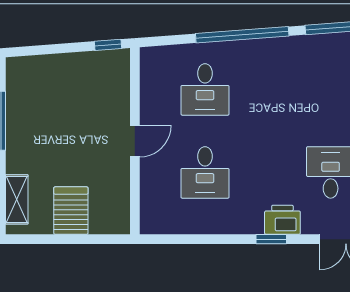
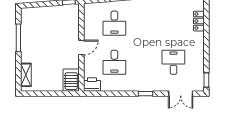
server rack: (71, 211) -> (71, 80), moved
printer: (282, 220) -> (92, 84), moved

